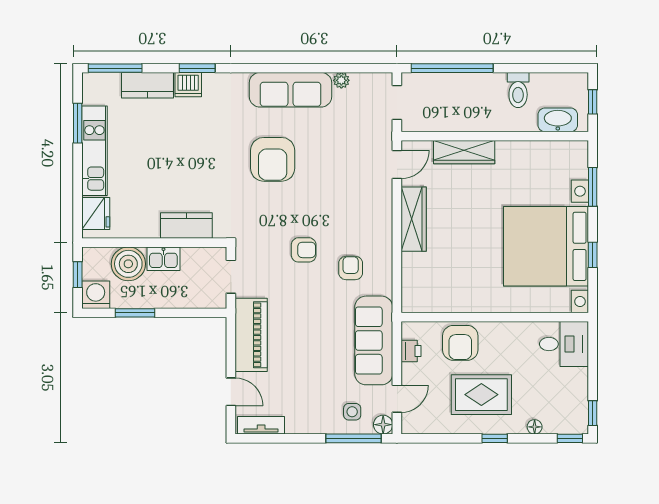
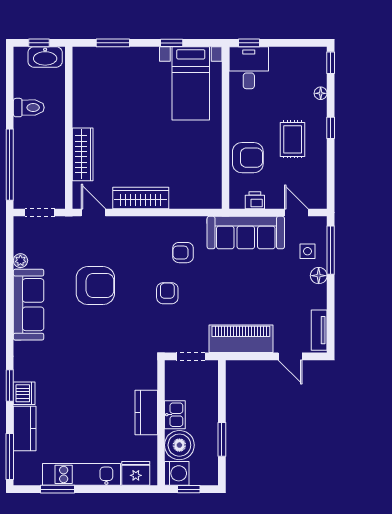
washbasin: (558, 120) -> (45, 57), moved, turned -90
armchair: (273, 159) -> (95, 286), moved
kitchen counter: (186, 225) -> (146, 412), moved
bed with nightstands: (546, 246) -> (191, 83), width x0.54
washing machine: (96, 295) -> (177, 473), moved, turned 180
door: (231, 392) -> (290, 356), swing flipped
rug: (481, 395) -> (293, 139), width x0.73, depth x0.70
window: (593, 413) -> (249, 43), moved
floor lamp: (383, 425) -> (319, 276), moved

